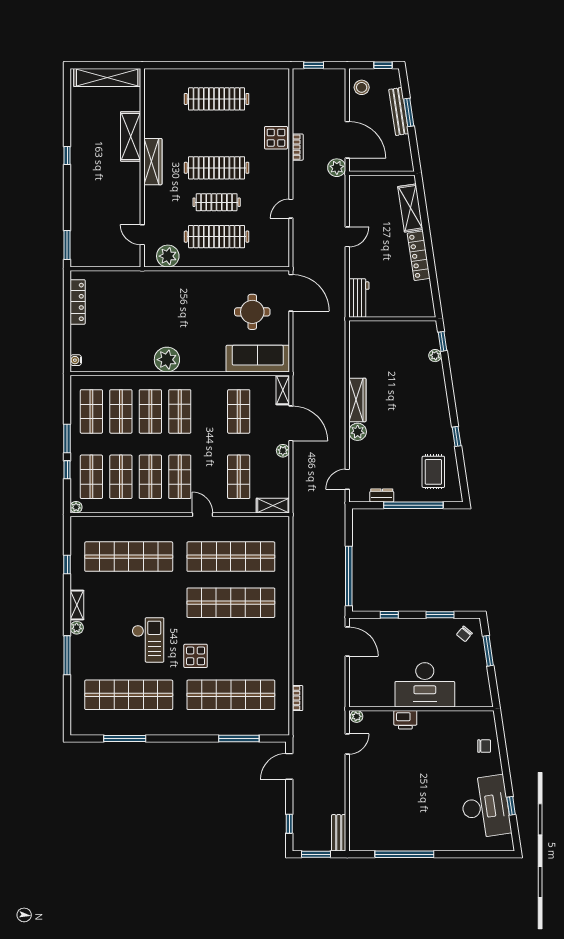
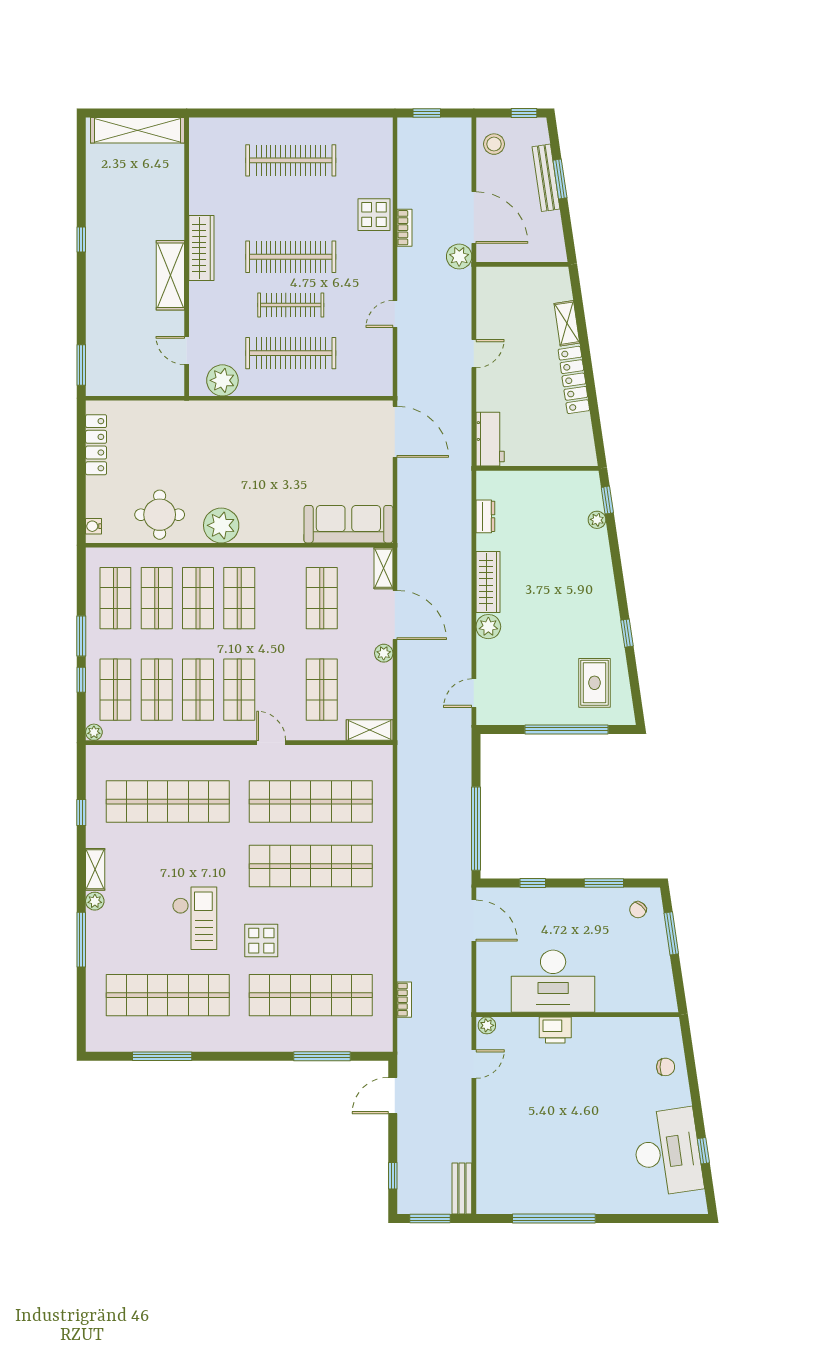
shelving: (131, 136) -> (170, 275), moved
shelving: (410, 208) -> (567, 323), width x0.67, depth x0.75
round table: (252, 312) -> (160, 515), moved
dresser: (382, 495) -> (485, 516), moved, turned 90
desk: (425, 685) -> (553, 981), moved

